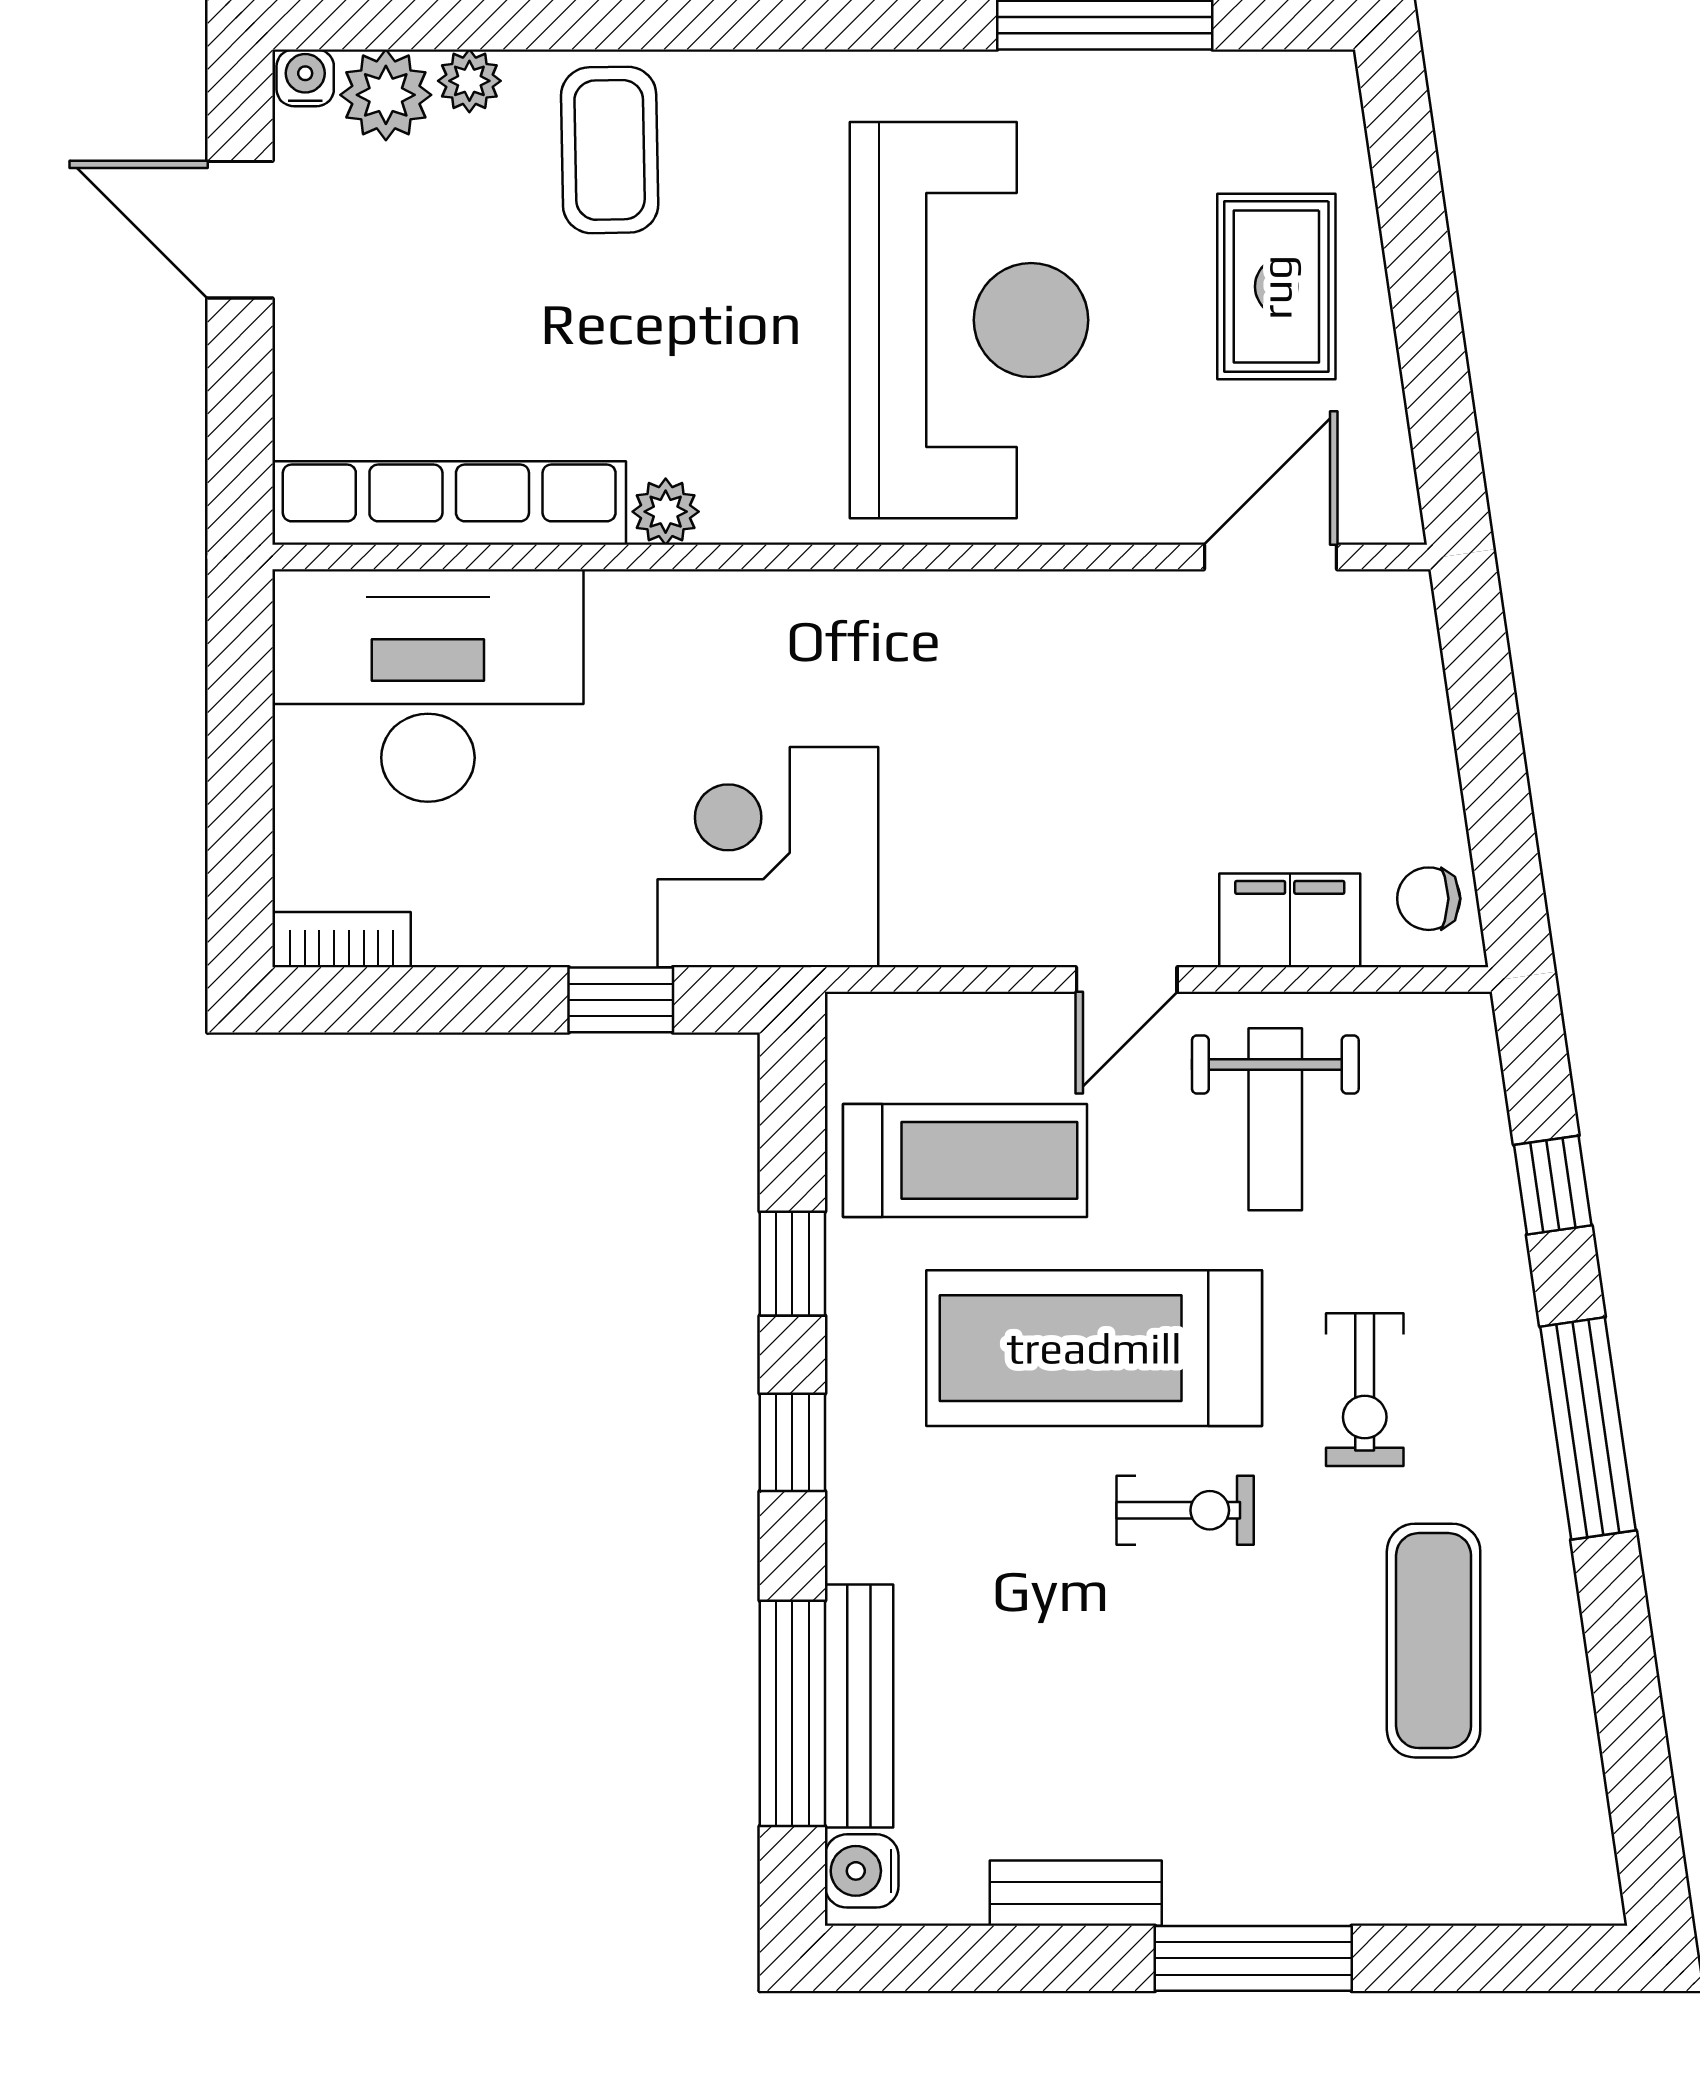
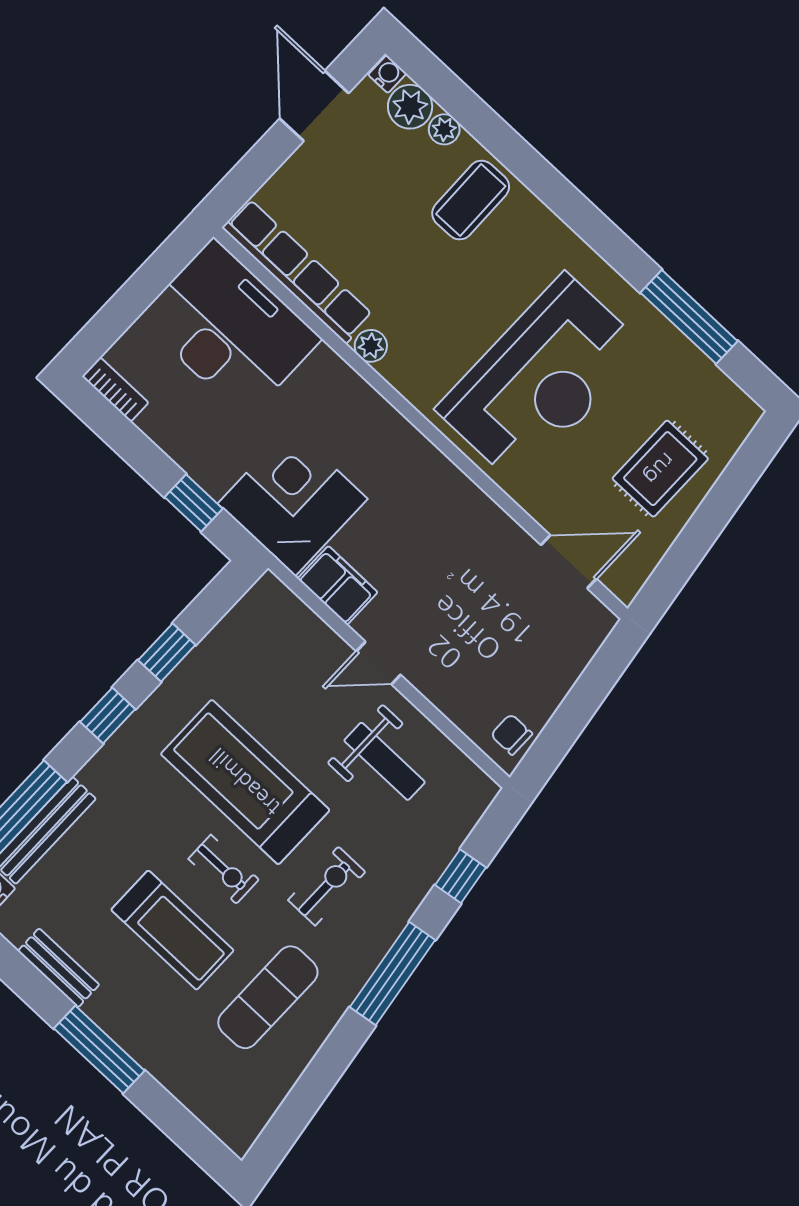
filing cabinet: (1290, 920) -> (338, 585), moved
weight bench: (1275, 1119) -> (385, 761), turned -90
treadmill: (965, 1160) -> (172, 930), moved
exercise bike: (1365, 1390) -> (327, 886), turned 180

